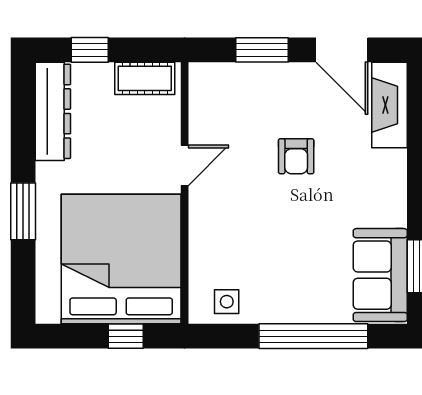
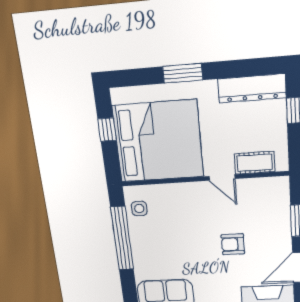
cot: (145, 78) -> (255, 163), moved, turned 90
window: (126, 336) -> (107, 130), moved
window: (313, 336) -> (122, 238), moved

